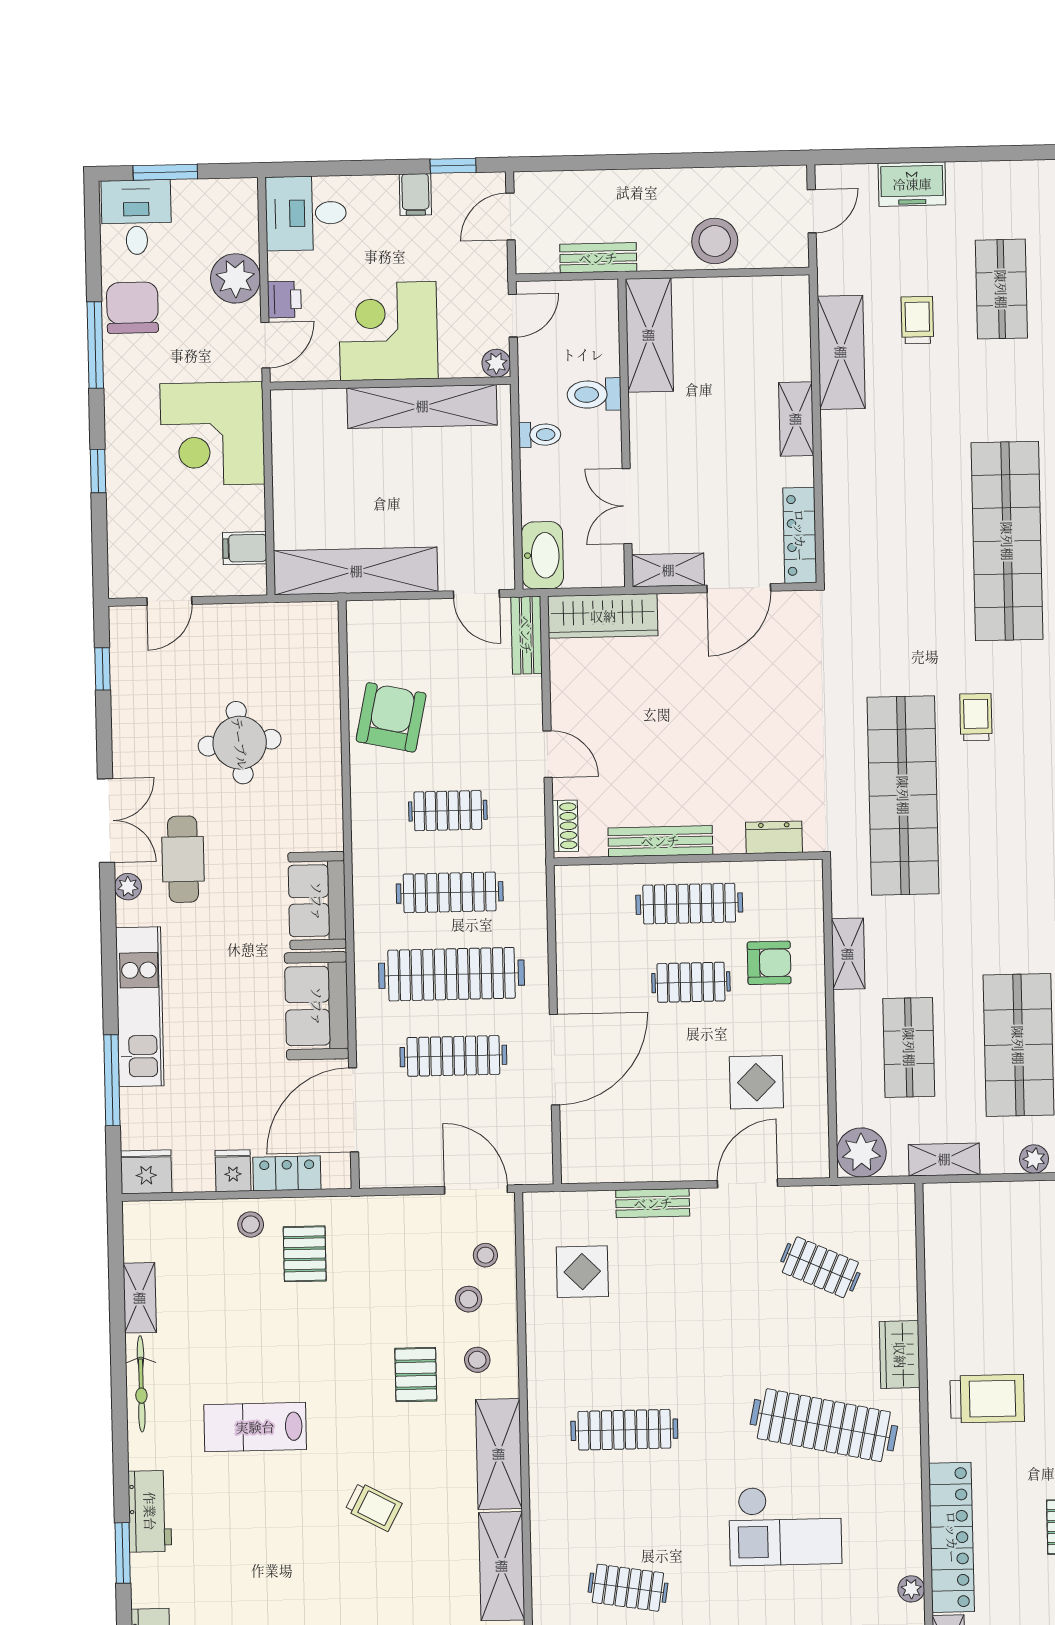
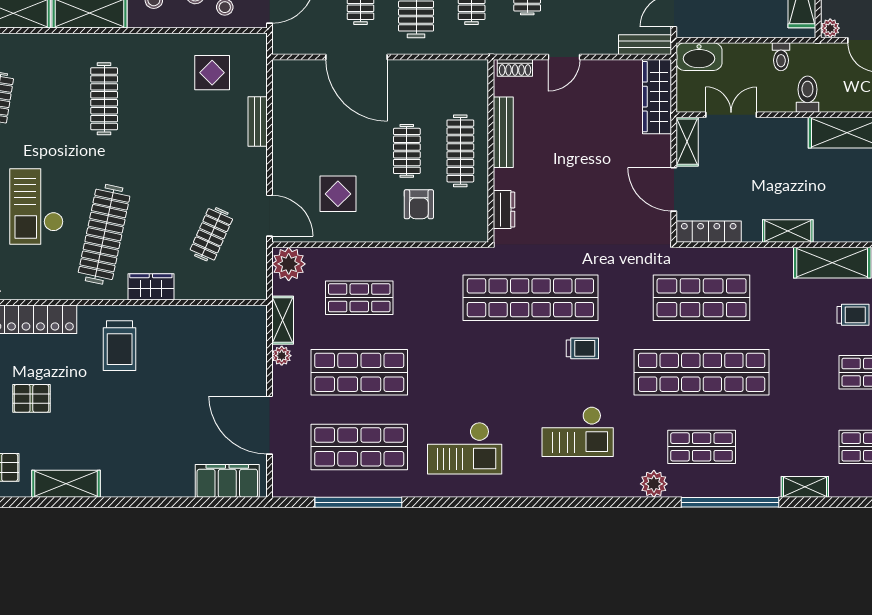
shop shelf: (897, 544) -> (702, 298), added
shelving: (848, 954) -> (424, 258), removed
plant: (1034, 1159) -> (282, 356), moved
door: (747, 1183) -> (269, 216), moved

